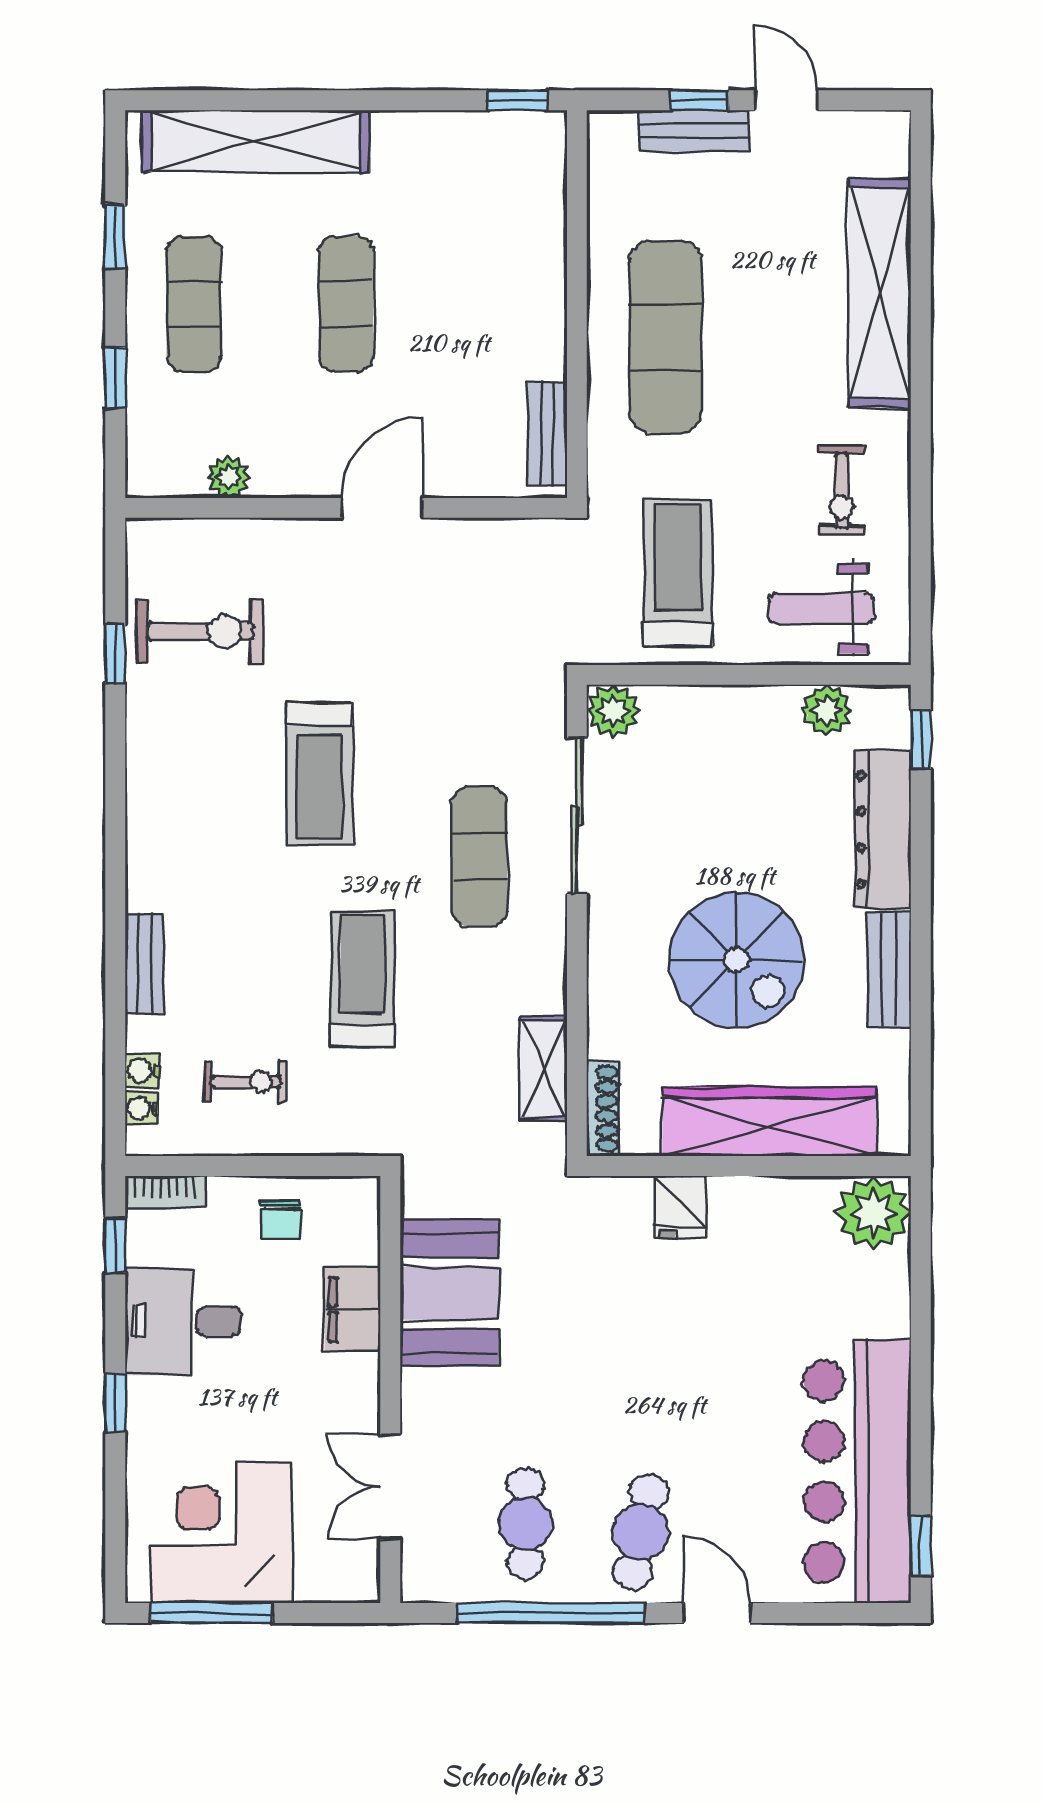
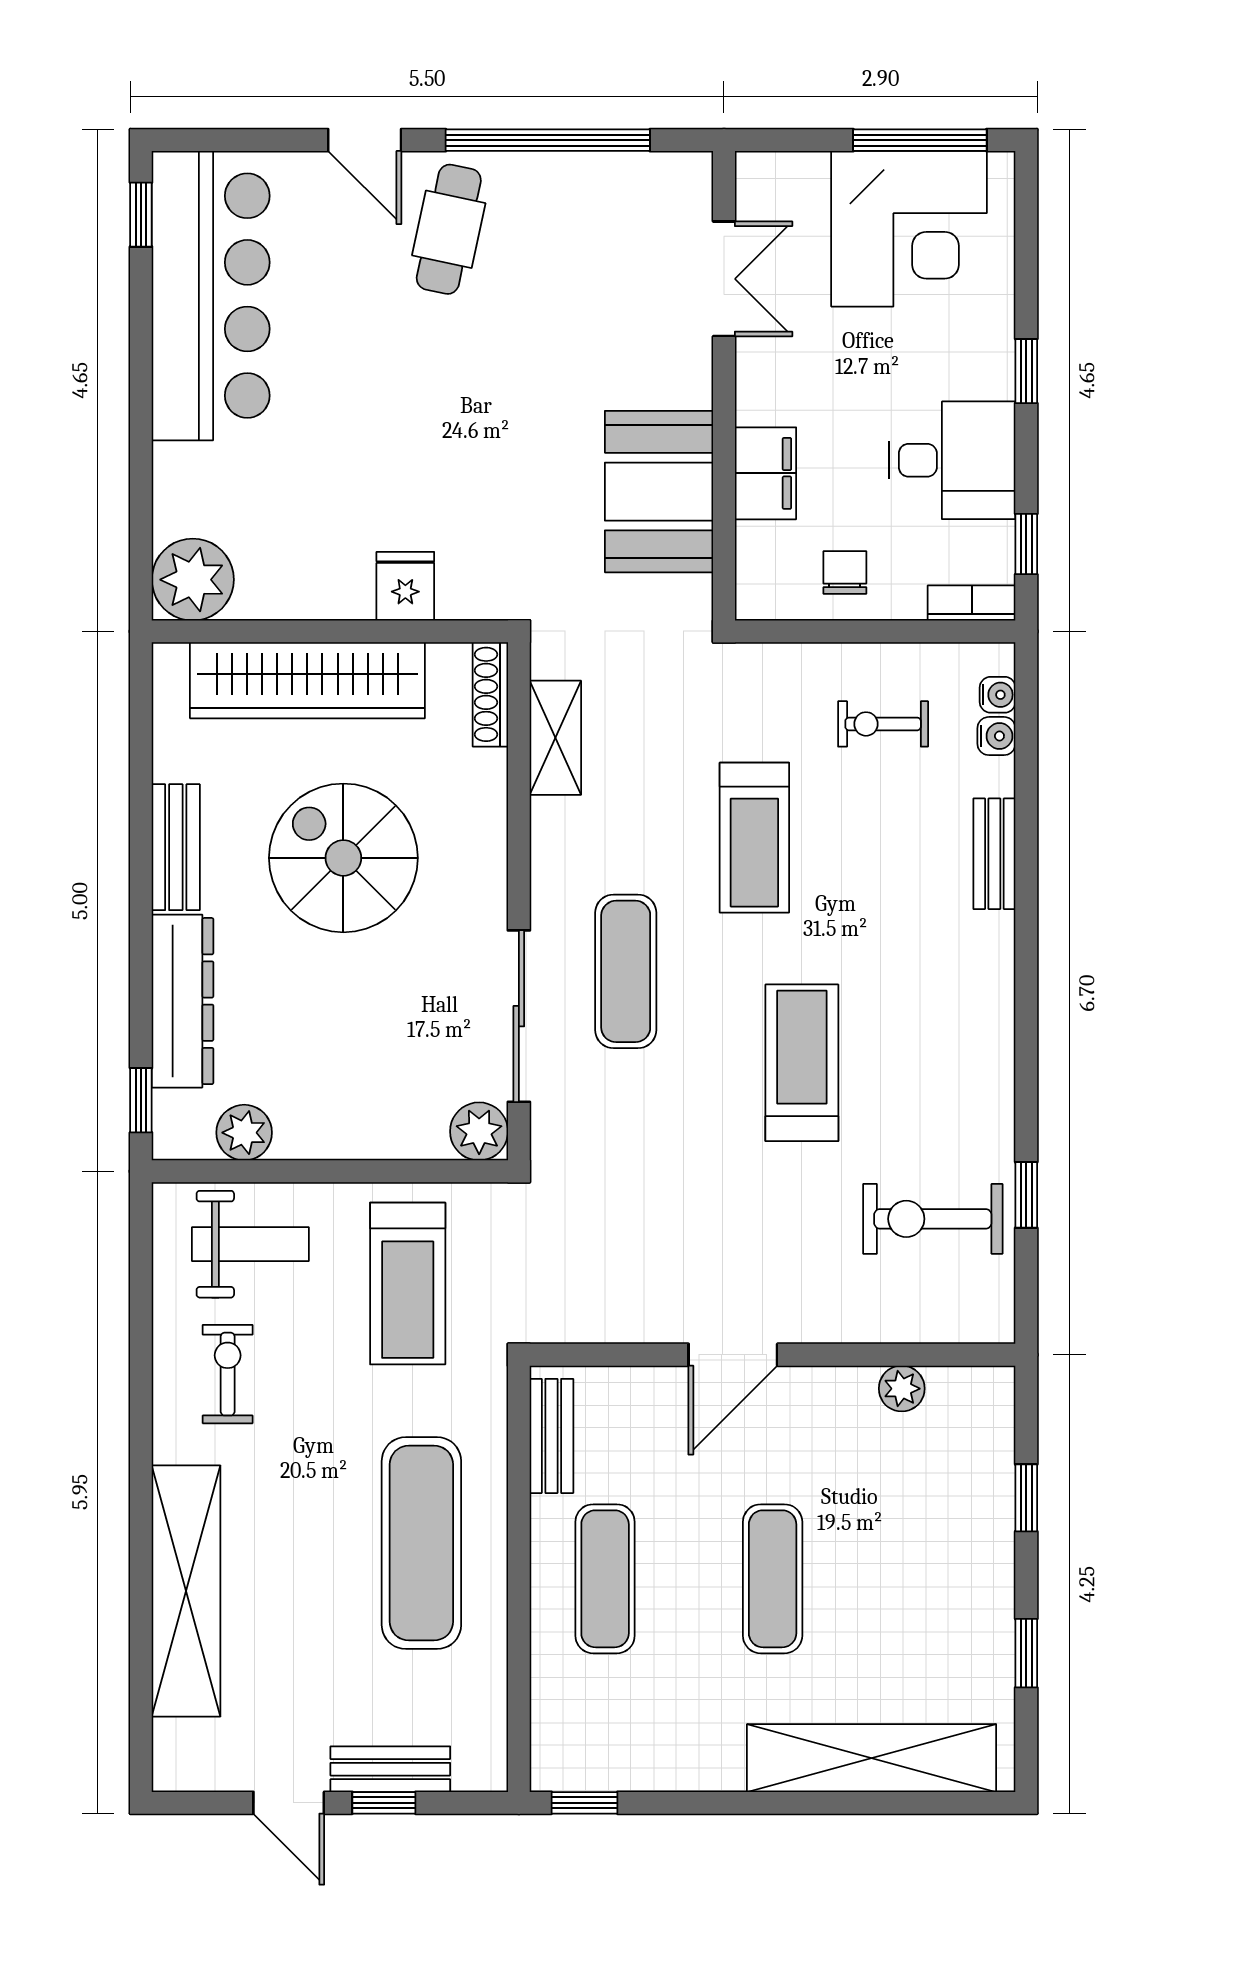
exercise mat: (194, 304) -> (605, 1579), moved
cafe table: (526, 1524) -> (575, 238), removed

